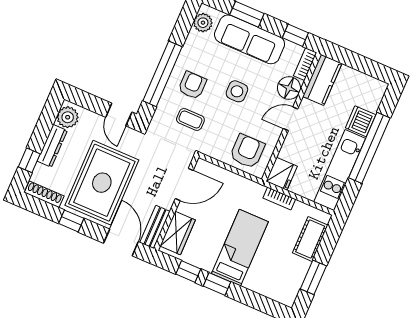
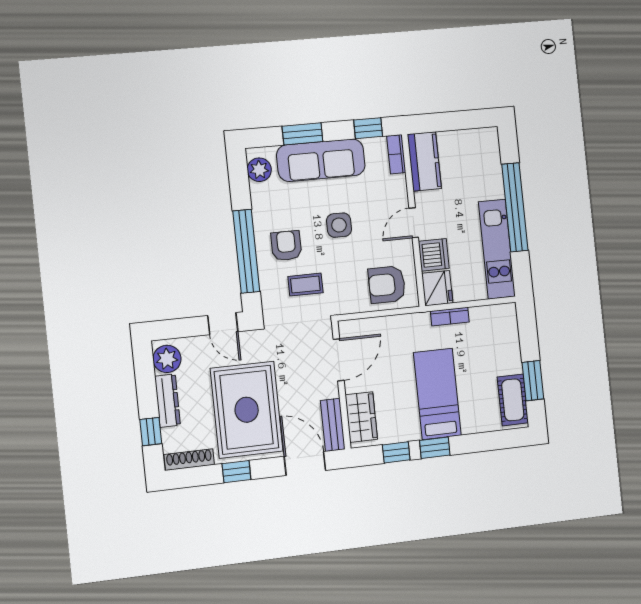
floor lamp: (289, 88) -> (393, 190), removed
dishwasher: (361, 121) -> (434, 255), moved, turned 180
armchair: (247, 151) -> (387, 285), turned -90
cot: (310, 239) -> (513, 400), moved

